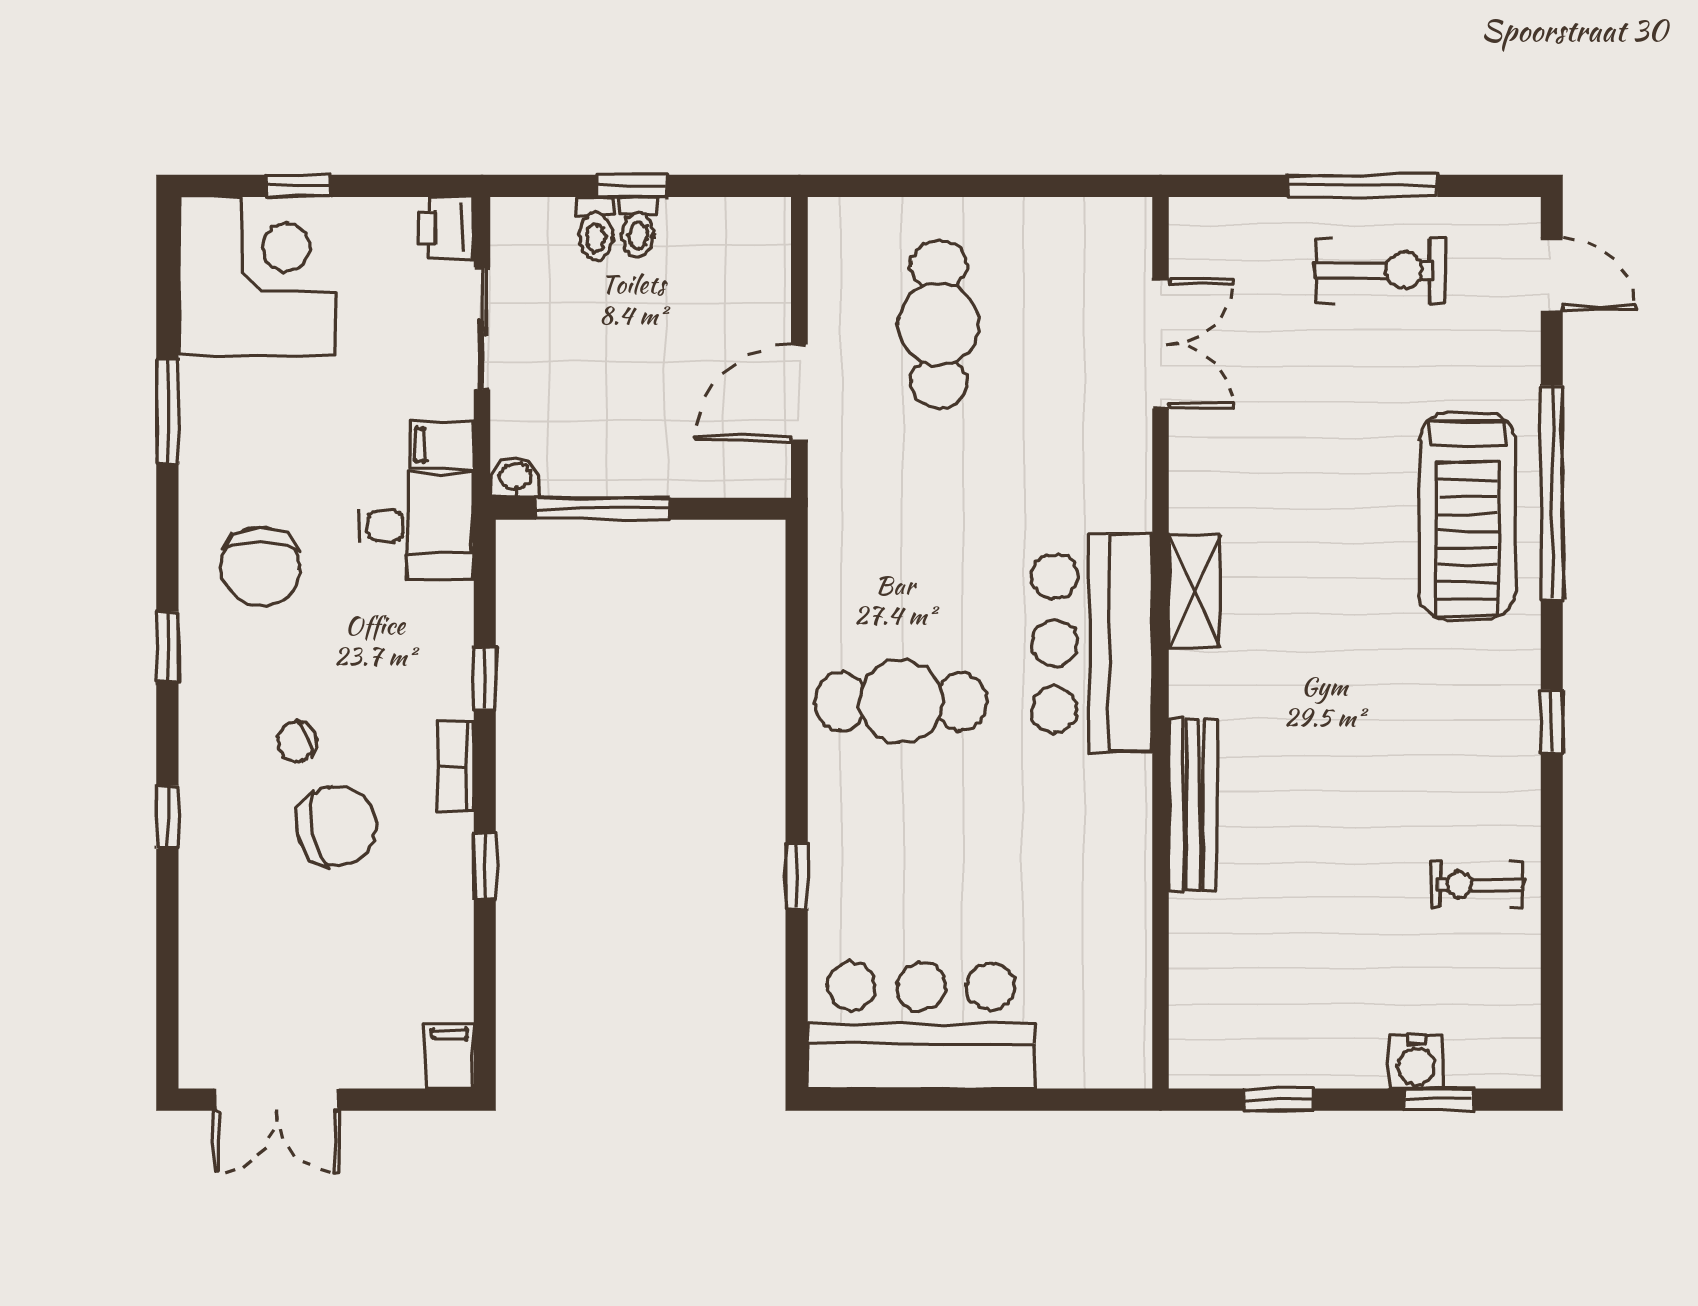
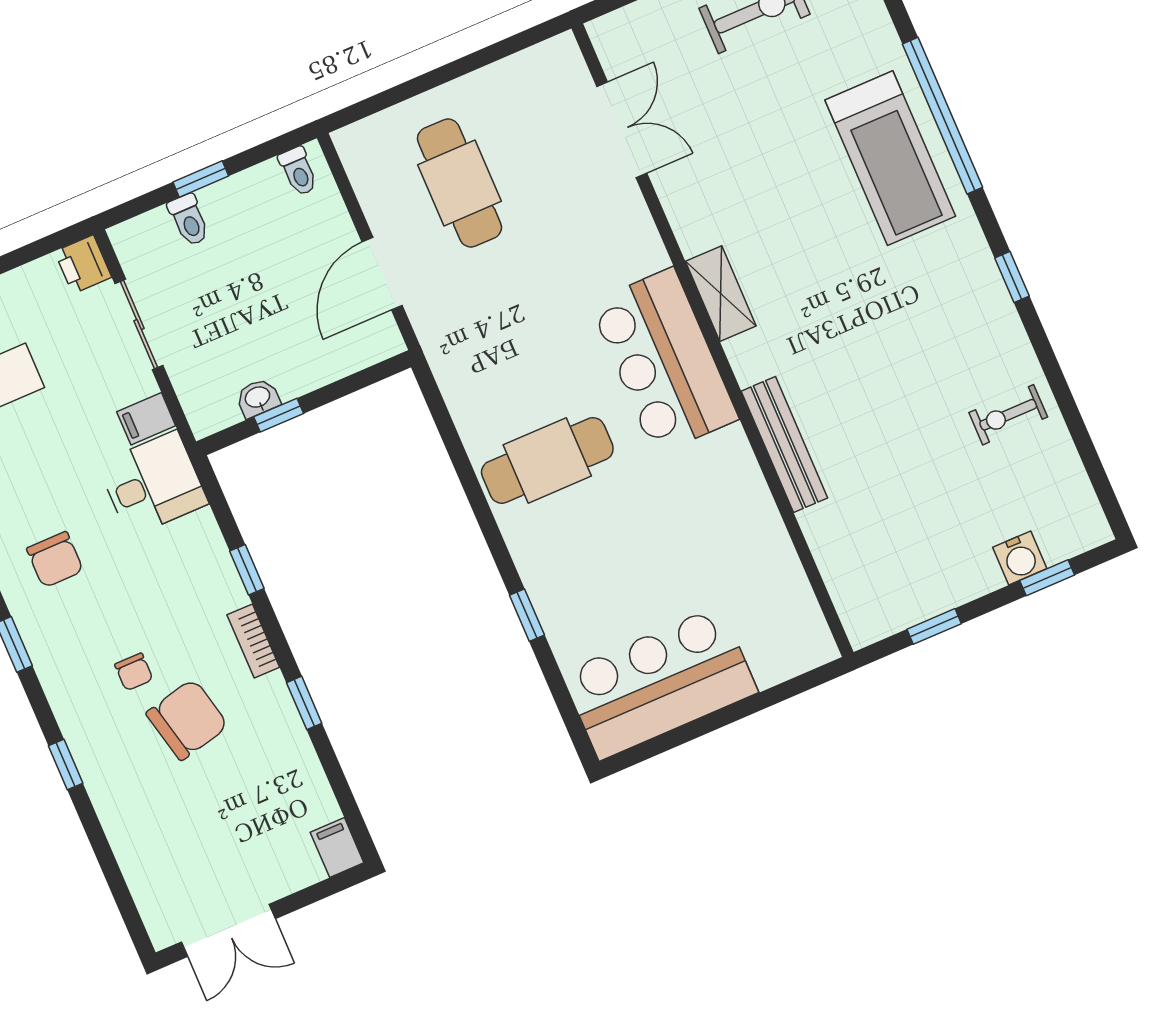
toilet: (638, 227) -> (298, 171), moved
washbasin: (515, 477) -> (258, 398), moved
window: (603, 509) -> (279, 415), width x0.46
chair: (260, 566) -> (55, 560), width x0.73, depth x0.73
chair: (297, 741) -> (134, 672), turned -65

